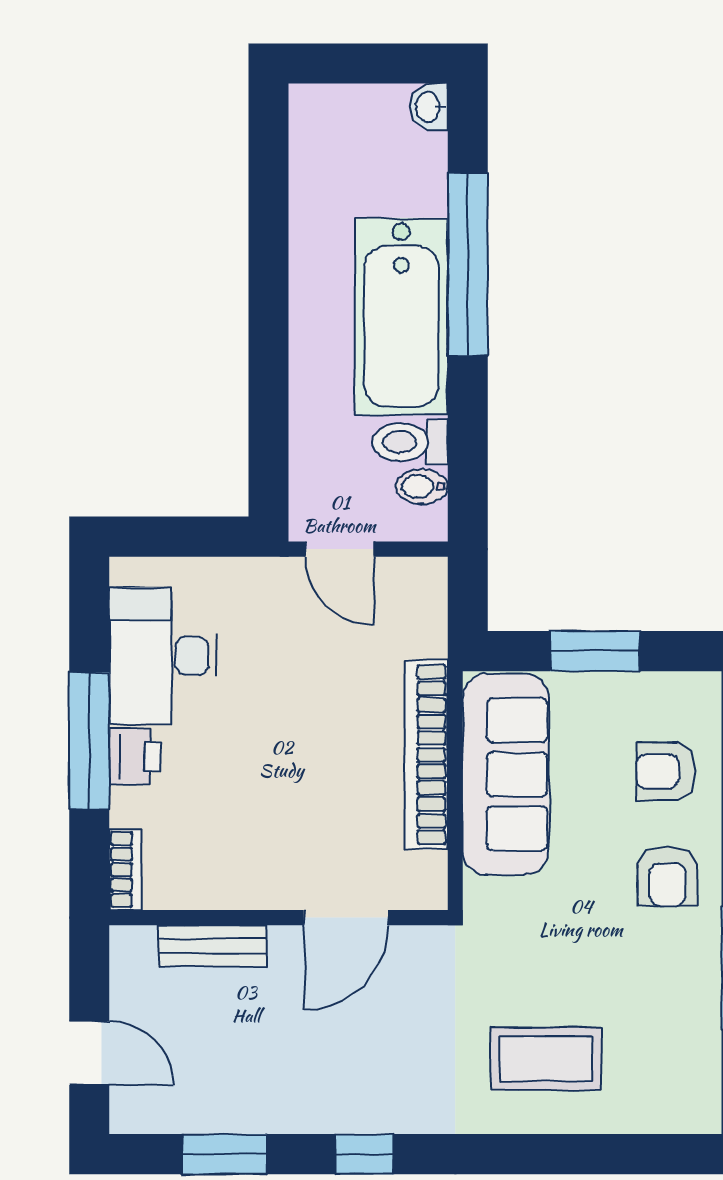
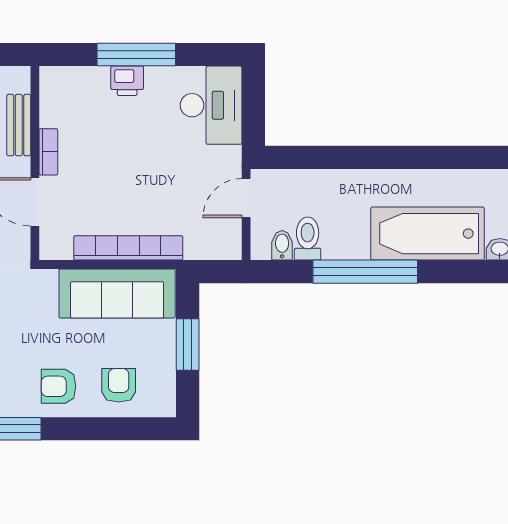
window: (468, 265) -> (365, 272), moved
bathtub: (401, 317) -> (427, 234), moved
desk: (163, 656) -> (211, 105), moved, turned 90
bookcase: (125, 870) -> (48, 152), moved, turned -90

